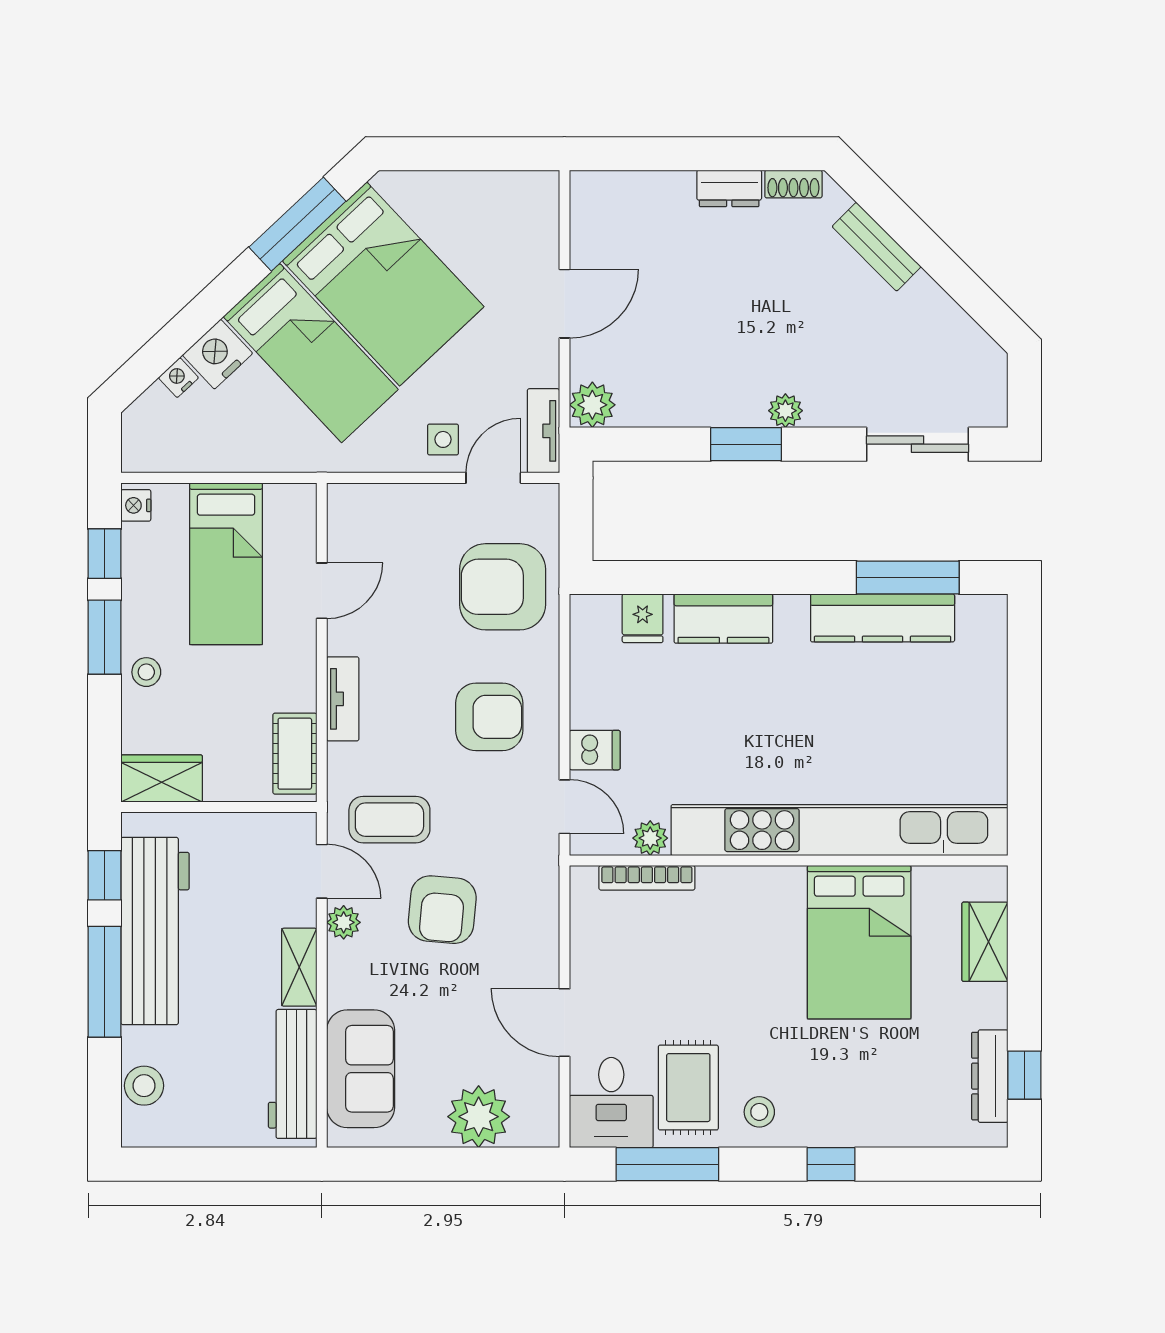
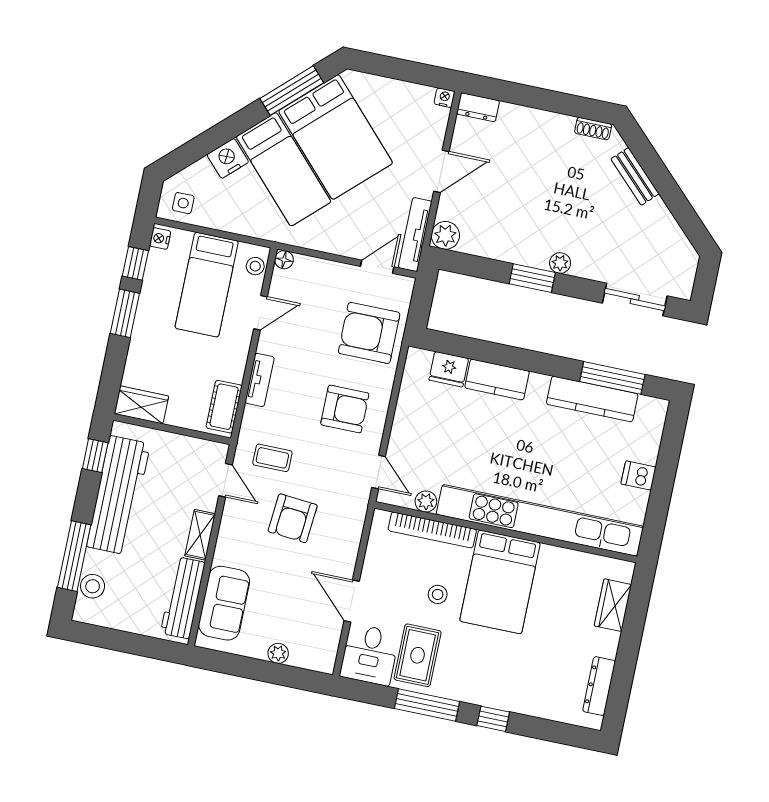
dresser: (729, 188) -> (478, 107), moved
nightstand: (178, 378) -> (444, 98), moved, turned 43
tv unit: (543, 431) -> (415, 235), width x1.41
side table: (443, 439) -> (183, 203), moved
floor lamp: (342, 498) -> (284, 260), added
fridge: (643, 618) -> (449, 369), width x1.38
stool: (146, 672) -> (255, 266), moved
dishwasher: (595, 750) -> (639, 476), moved, turned 180
coffee table: (389, 820) -> (272, 458), width x0.73, depth x0.77
bookcase: (647, 878) -> (432, 530), width x1.48, depth x1.31
plant: (344, 922) -> (232, 514), removed
bed: (859, 942) -> (500, 582), moved
window: (105, 982) -> (74, 556), moved
window: (1024, 1075) -> (620, 690), removed
stool: (759, 1112) -> (438, 594), moved
plant: (479, 1117) -> (278, 653), width x0.53, depth x0.53
window: (667, 1164) -> (427, 705), moved

